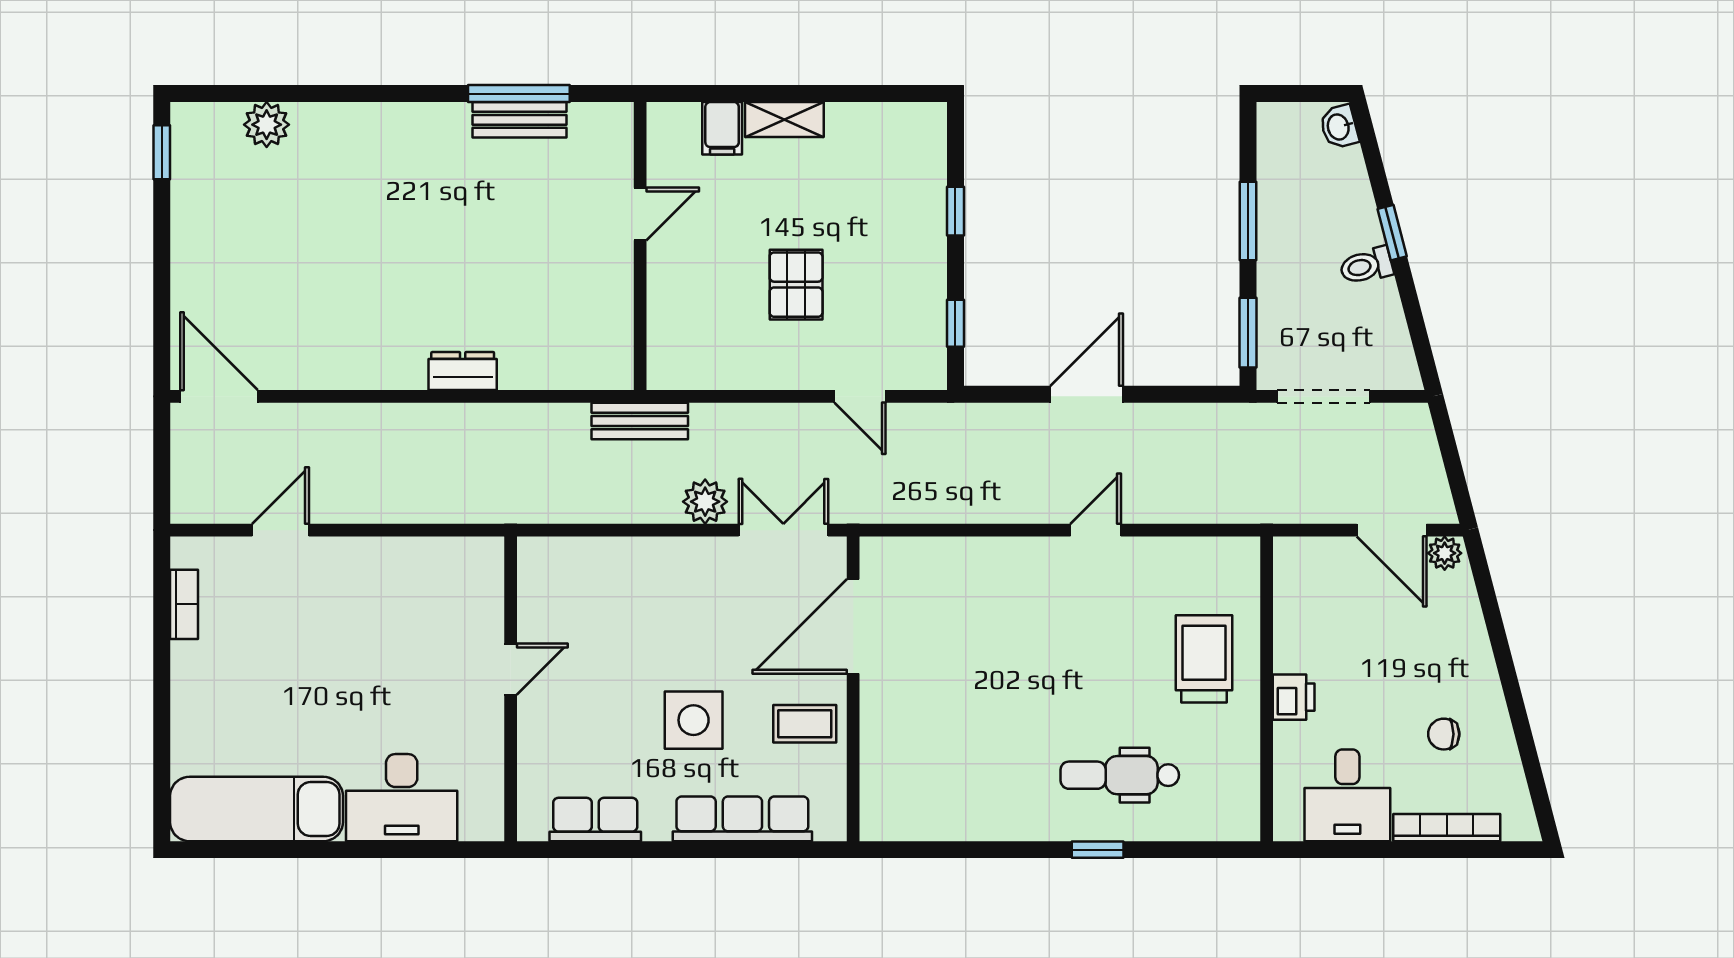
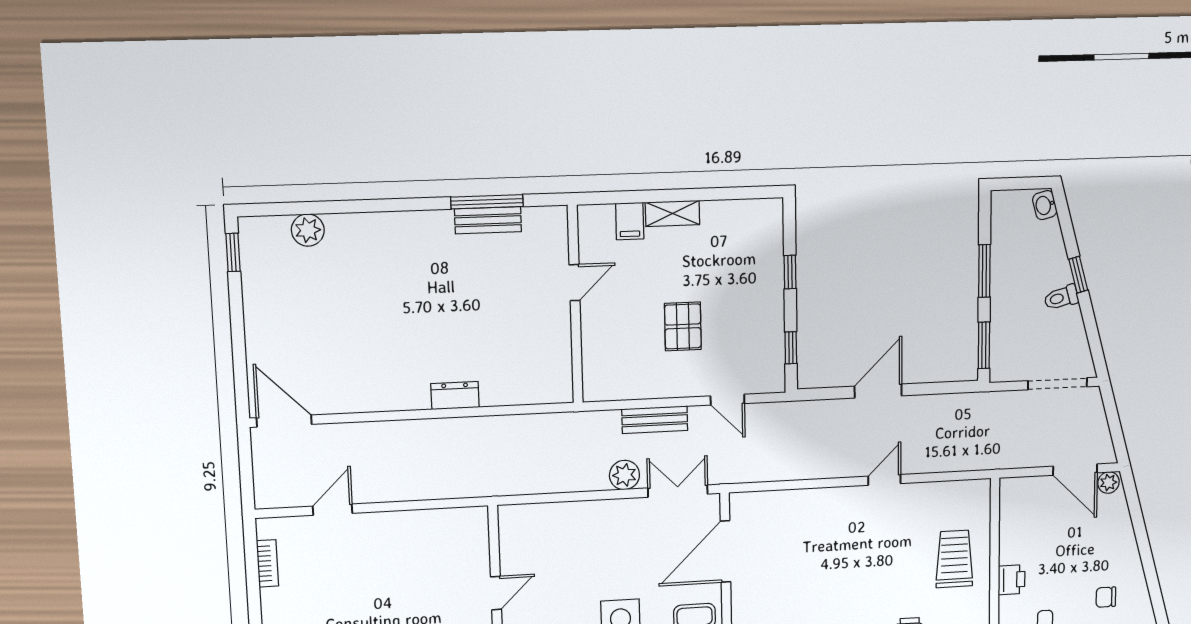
doorway: (1323, 396) -> (1057, 384), moved
bench: (640, 421) -> (655, 420), moved

